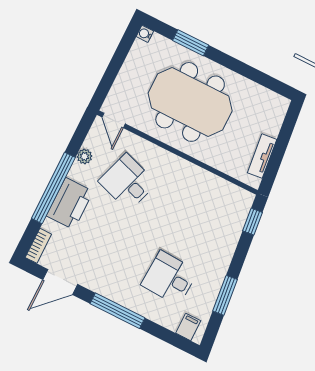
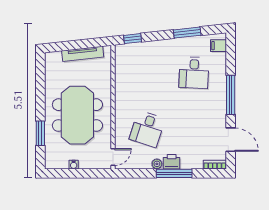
water cooler: (145, 34) -> (74, 165), moved
plant: (84, 156) -> (157, 164), moved
tv unit: (262, 156) -> (83, 54), width x1.41
window: (53, 188) -> (174, 173), width x0.68
printer: (70, 204) -> (172, 162), width x0.53, depth x0.68

